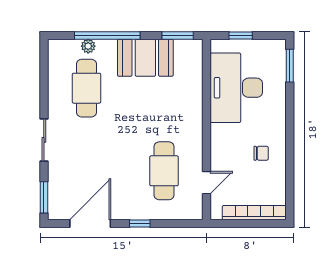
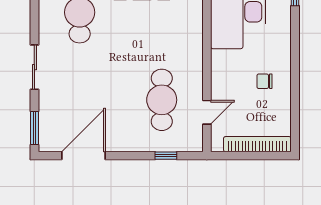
chair: (261, 153) -> (265, 81), turned 180
window: (140, 223) -> (166, 156), moved

